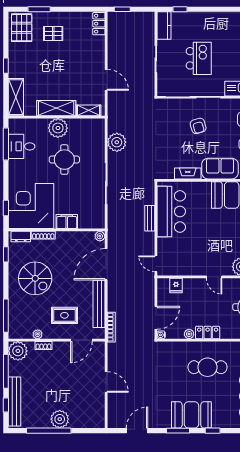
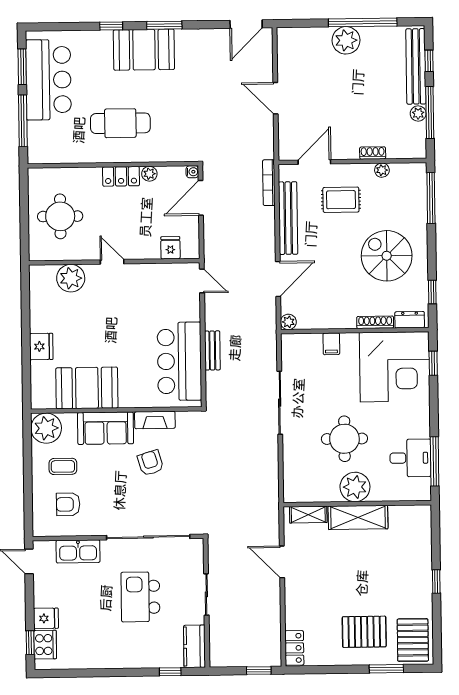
pallet: (53, 34) -> (364, 632), width x1.50, depth x1.42
shelving: (16, 97) -> (420, 534), removed
armchair: (198, 126) -> (151, 463), moved
plant: (117, 142) -> (264, 466), removed
filing cabinet: (67, 221) -> (331, 344), width x0.50
door: (106, 264) -> (278, 279), width x0.73
plant: (18, 351) -> (418, 113), moved, width x0.53, depth x0.53
door: (137, 431) -> (246, 24), moved

